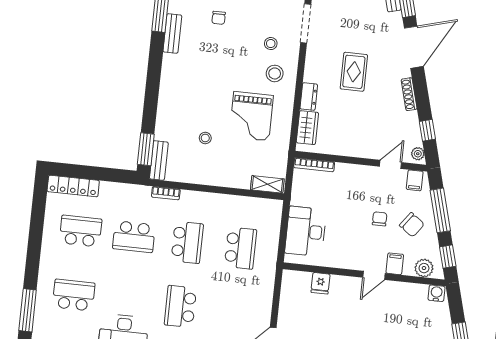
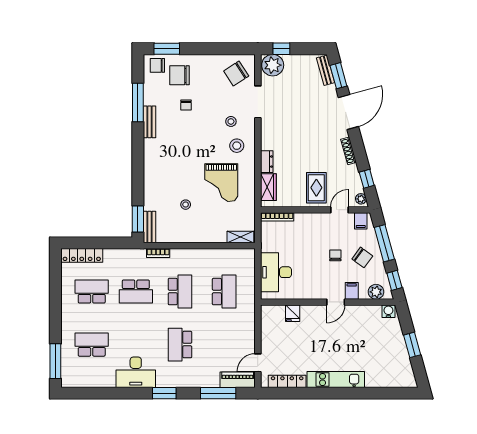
rug: (354, 72) -> (316, 188), moved

